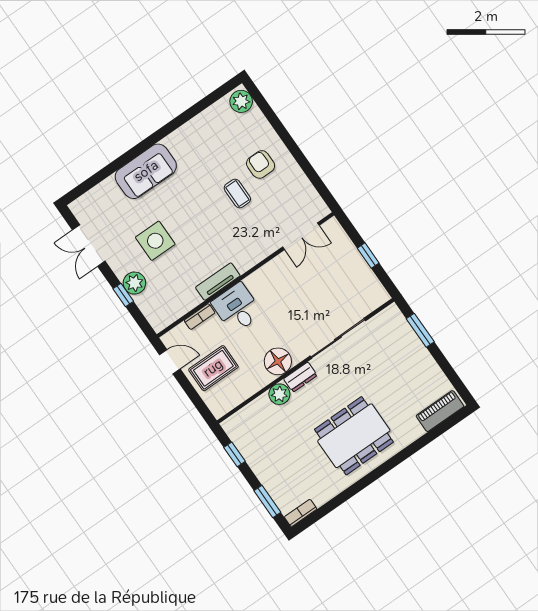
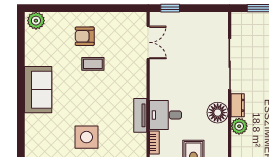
sofa: (146, 171) -> (38, 90), moved
window: (368, 256) -> (170, 8), moved

